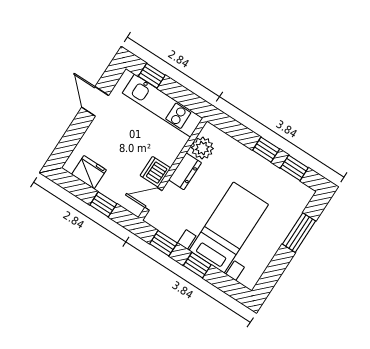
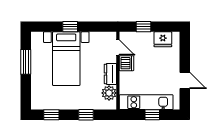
window: (152, 76) -> (152, 115), moved
window: (266, 150) -> (86, 115), moved
door: (153, 199) -> (118, 47), hinge flipped
window: (299, 233) -> (26, 62), moved
window: (163, 243) -> (97, 27), removed

